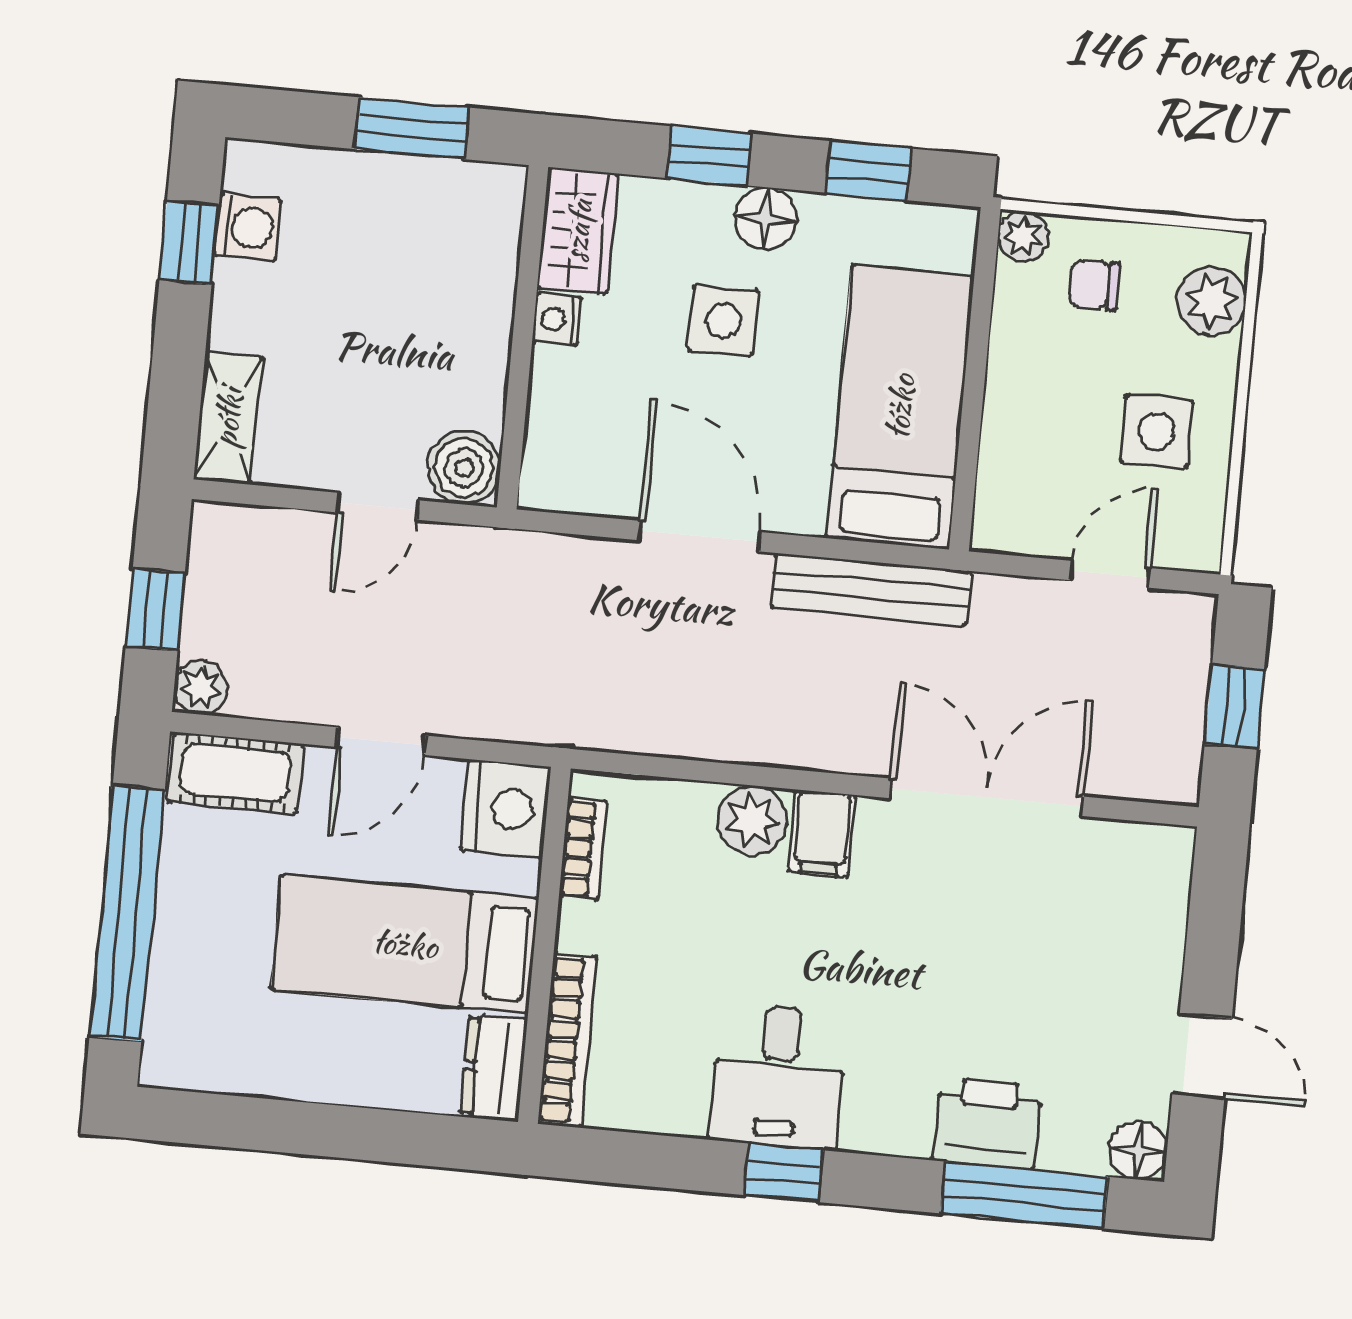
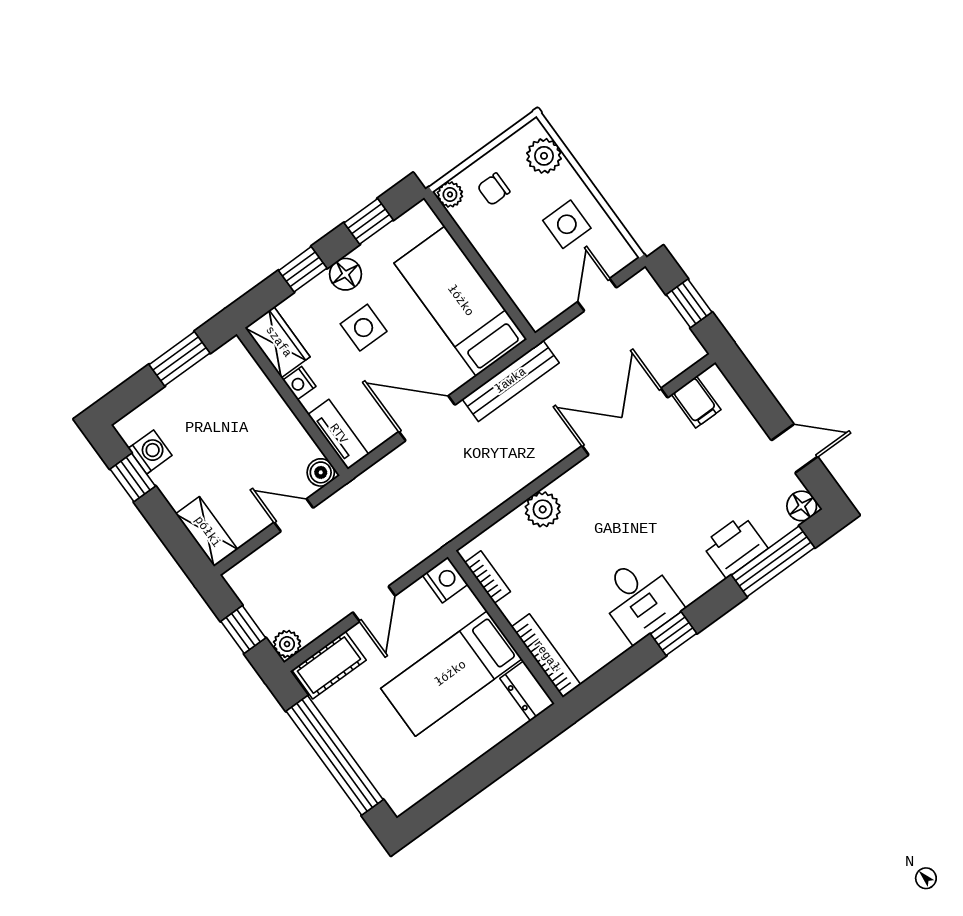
tv unit: (548, 445) -> (338, 434), added
boiler: (464, 468) -> (321, 472), width x0.73, depth x0.73
door: (378, 506) -> (294, 515), swing flipped
nightstand: (506, 809) -> (445, 580), width x0.74, depth x0.75
filing cabinet: (822, 833) -> (696, 402), moved

